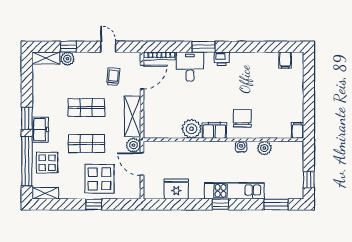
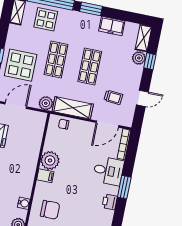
door: (142, 77) -> (108, 124), hinge flipped
chair: (151, 122) -> (64, 124), added
freezer: (40, 130) -> (112, 26), moved
filing cabinet: (214, 130) -> (45, 176), width x0.50
door: (142, 164) -> (16, 105), moved

